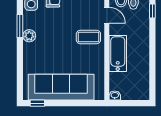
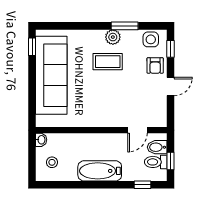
coffee table: (88, 37) -> (108, 62), moved, turned 90
bathtub: (118, 53) -> (100, 171), moved, turned 180
stool: (134, 86) -> (52, 162), added

